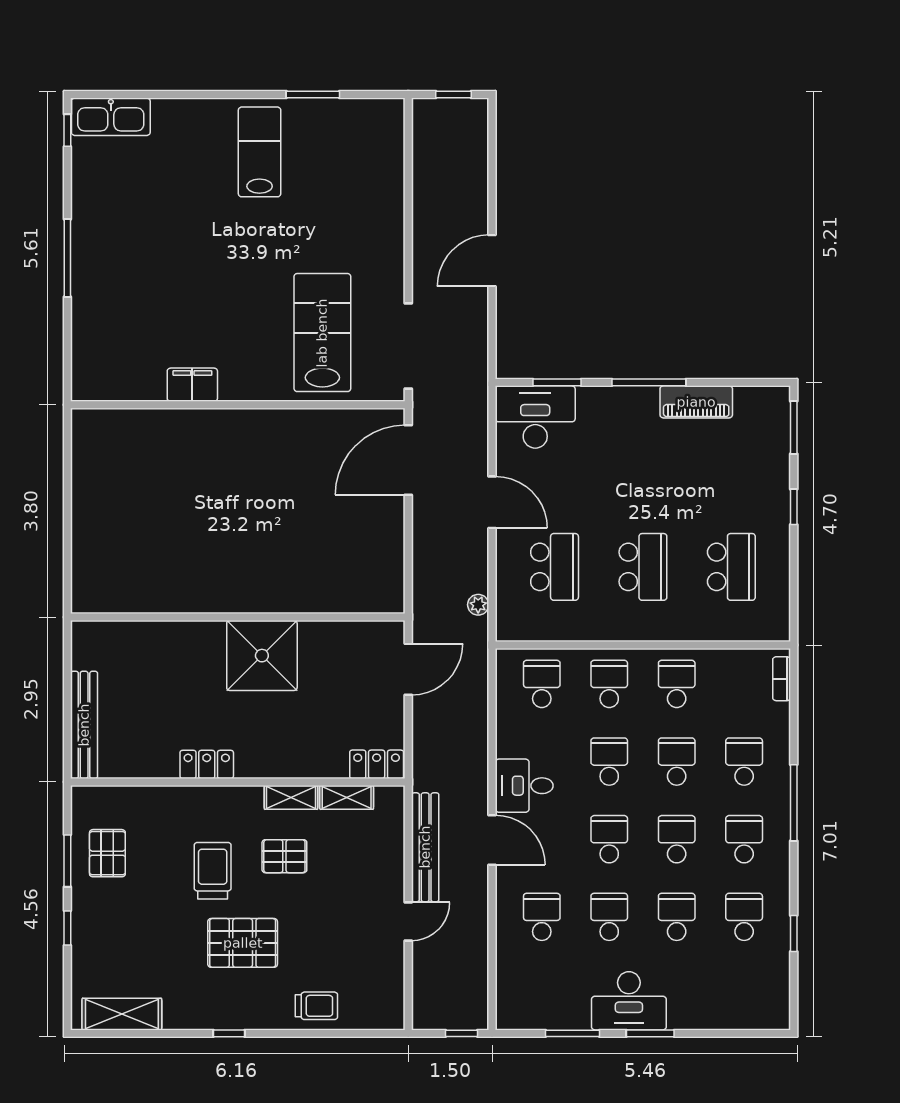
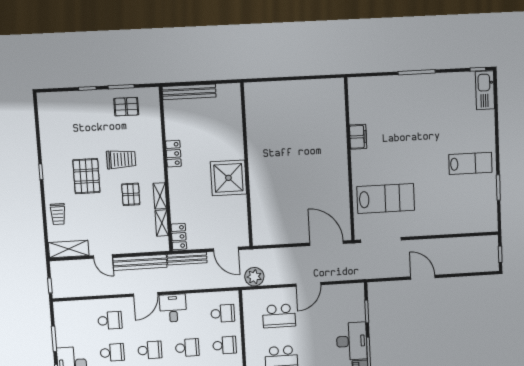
desk: (535, 417) -> (352, 341), moved
plant: (478, 605) -> (254, 277), width x1.88, depth x1.88
bench: (423, 750) -> (187, 259), added
shelving: (122, 1014) -> (69, 249), moved, turned 90

